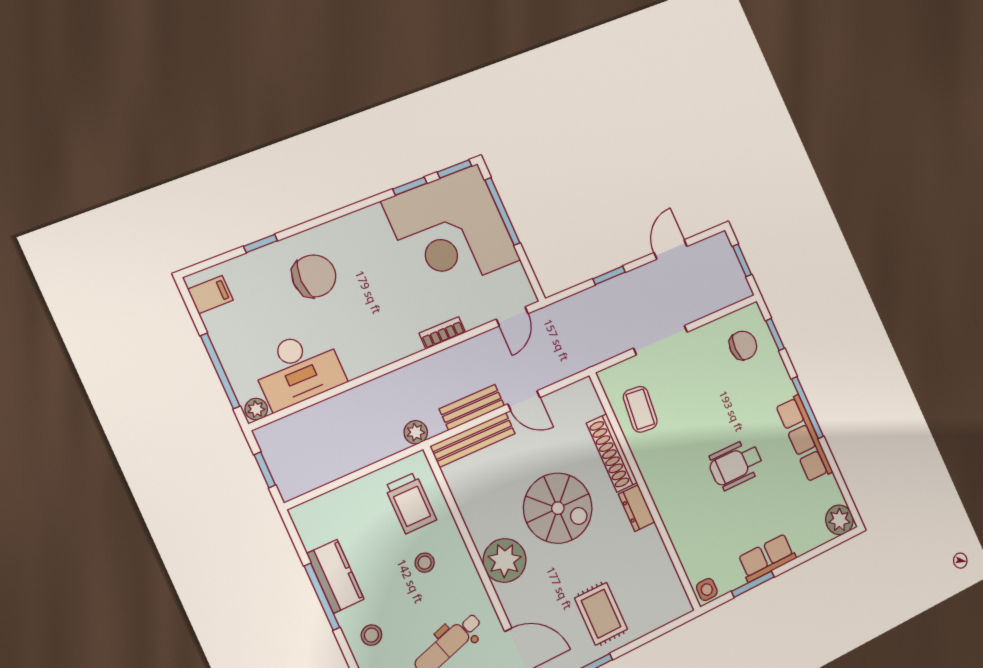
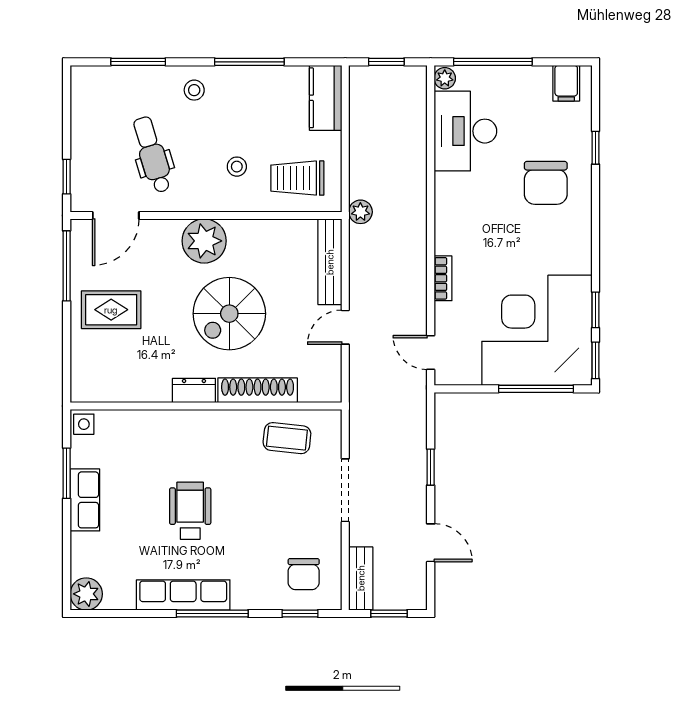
bench: (472, 407) -> (361, 578), moved
kitchen counter: (335, 576) -> (326, 98), moved, turned 90

